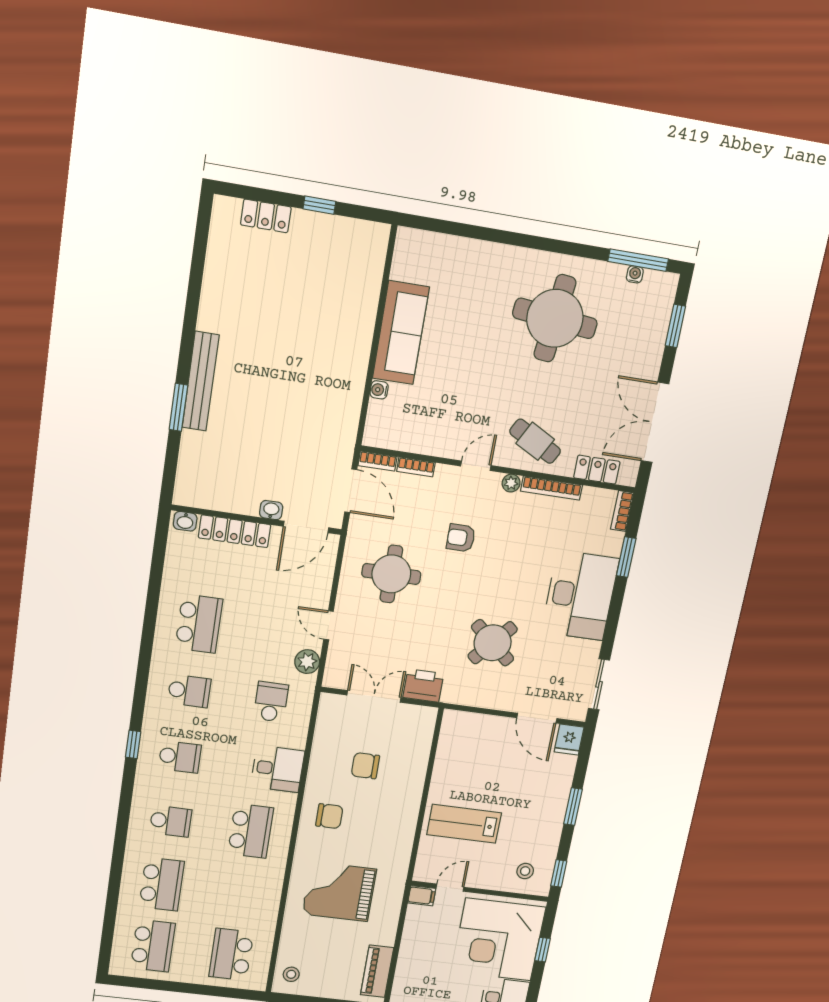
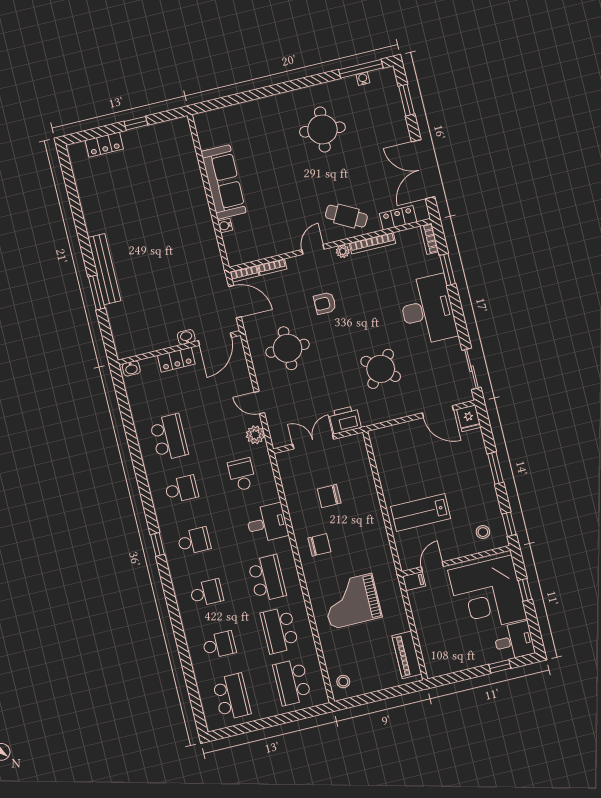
round table: (555, 318) -> (322, 129), width x0.73, depth x0.73
locker: (235, 531) -> (176, 360), width x0.66
school desk: (162, 884) -> (219, 645), width x0.54
school desk: (241, 893) -> (280, 630), added

